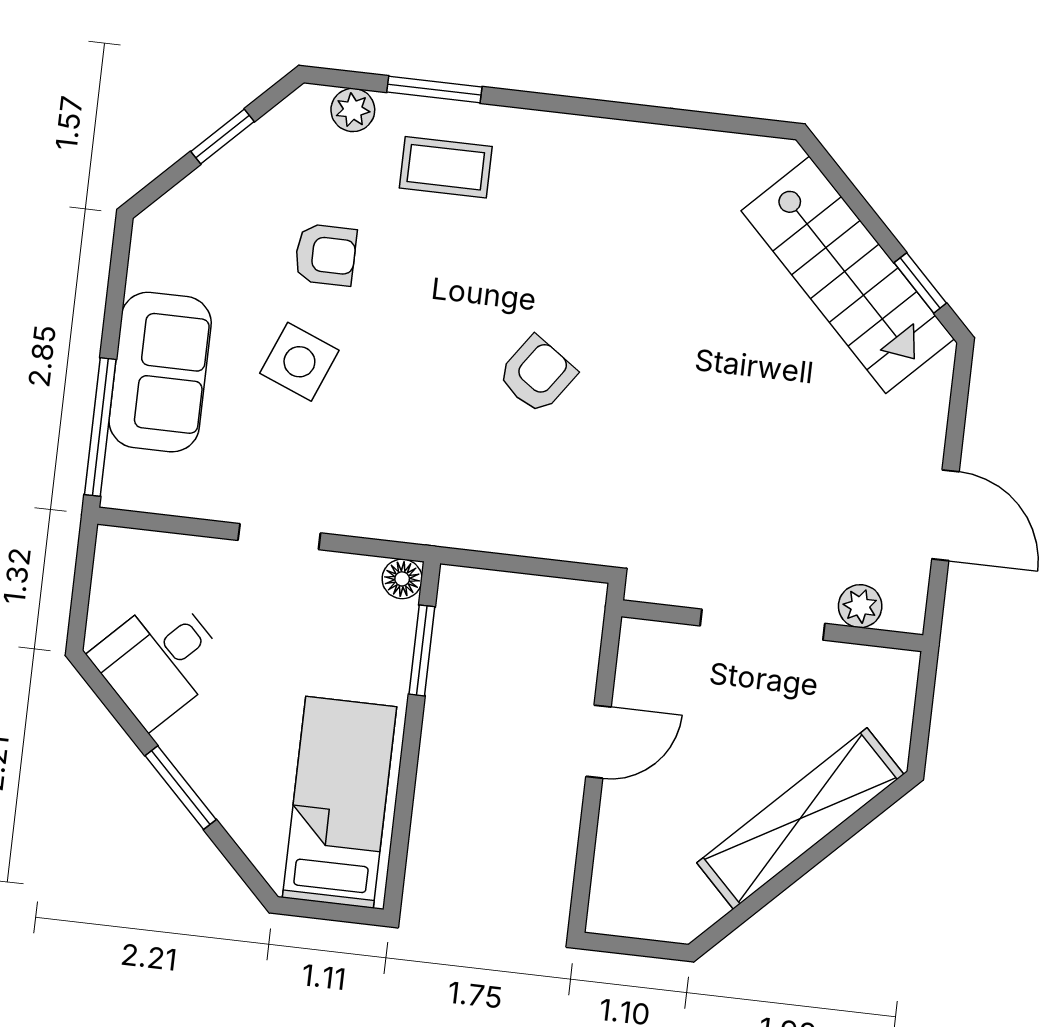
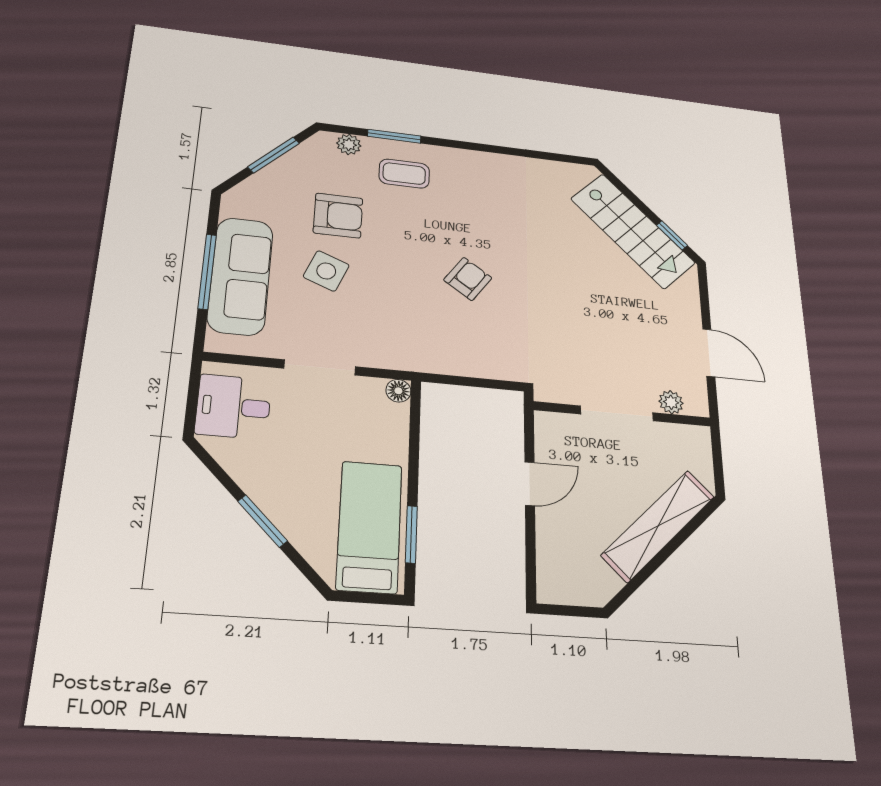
window: (222, 137) -> (274, 155), width x1.50
armchair: (325, 255) -> (338, 216), width x1.38, depth x1.38
sofa: (160, 372) -> (240, 276), width x1.36
window: (100, 427) -> (207, 272), moved
doorway: (279, 537) -> (320, 367), width x1.38
window: (422, 650) -> (411, 534), moved
desk: (159, 660) -> (233, 407), moved, turned 45

